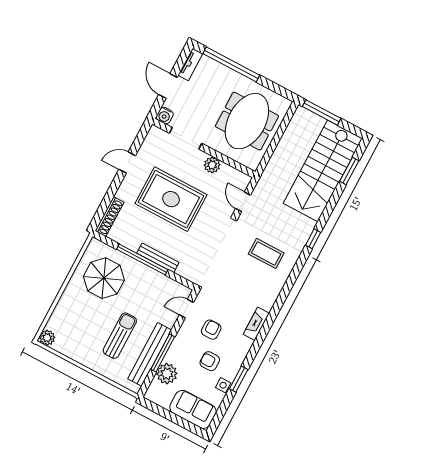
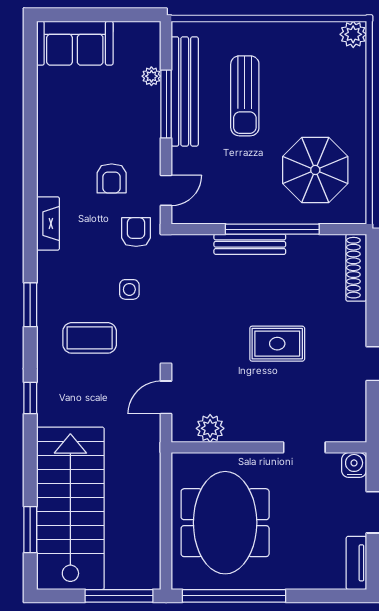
window: (231, 64) -> (234, 596), moved
doorway: (185, 138) -> (304, 447), width x0.73
plant: (212, 165) -> (210, 428), moved
rug: (171, 199) -> (277, 344), width x0.54, depth x0.49
door: (243, 202) -> (166, 397), swing flipped
armchair: (210, 361) -> (136, 232), moved, turned -90
plant: (167, 374) -> (151, 76), width x0.53, depth x0.53
window: (239, 379) -> (30, 305), moved
side table: (223, 385) -> (129, 289), moved

